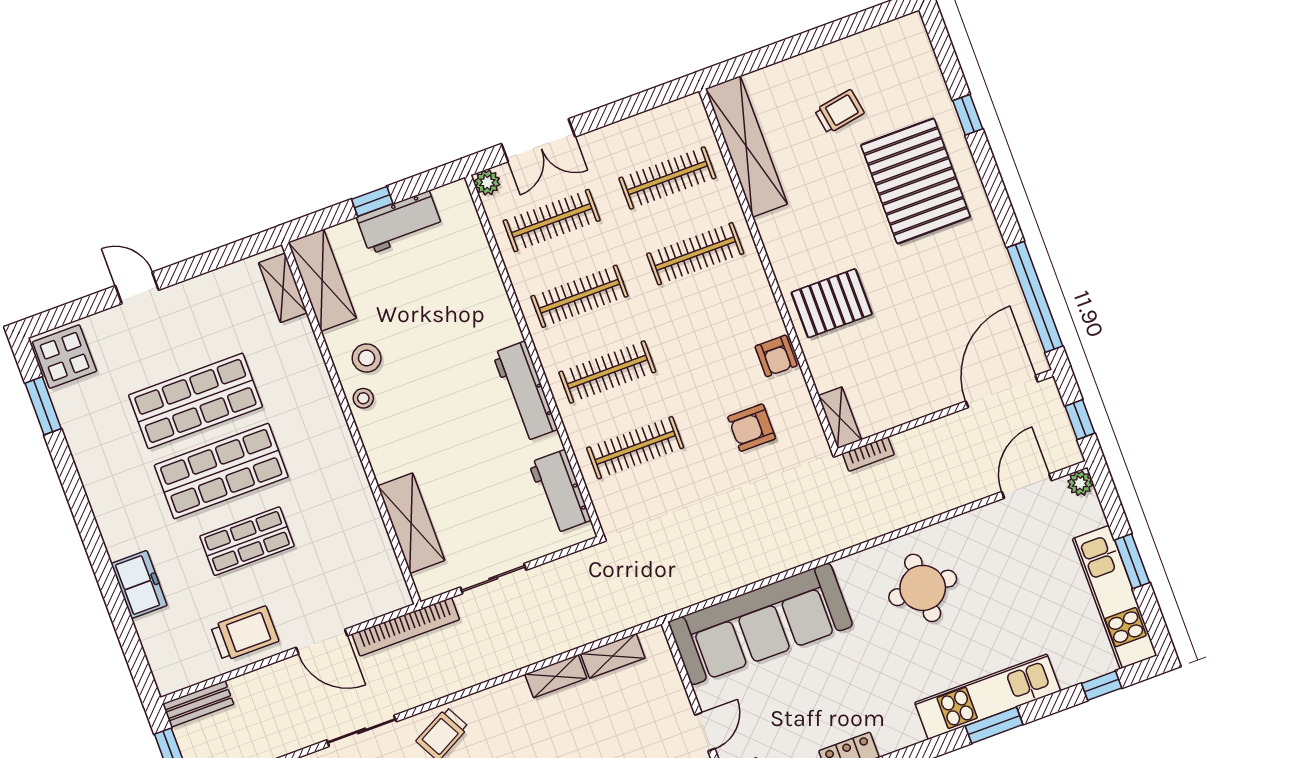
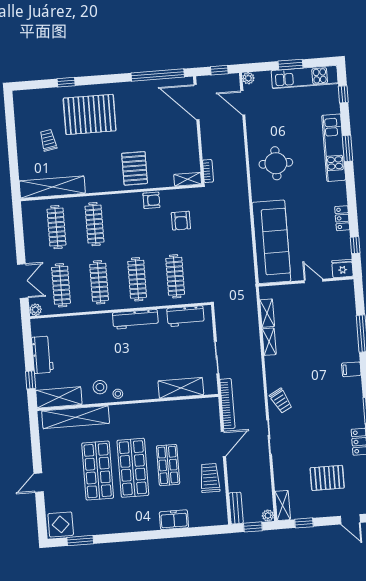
window: (372, 201) -> (31, 380), moved
shelving: (283, 288) -> (76, 417), width x2.20, depth x1.33

